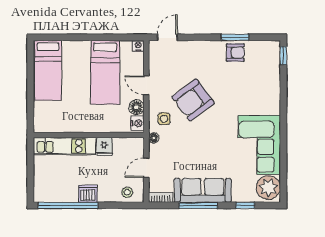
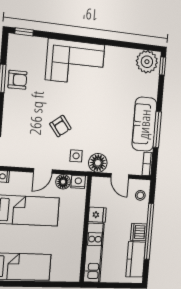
armchair: (235, 53) -> (17, 80), turned 90
armchair: (193, 100) -> (60, 126), width x0.53, depth x0.53
floor lamp: (154, 138) -> (98, 163), width x1.89, depth x1.89
corner sofa: (259, 145) -> (75, 62), moved
kitchen counter: (59, 193) -> (136, 259), added
window: (68, 205) -> (149, 231), moved
window: (245, 205) -> (162, 66), moved

